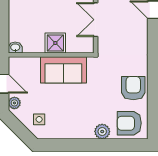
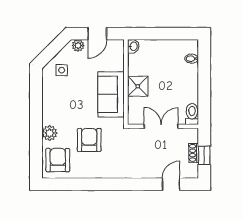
armchair: (133, 88) -> (89, 140), moved, turned -90

